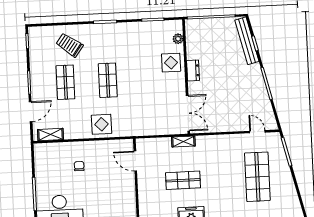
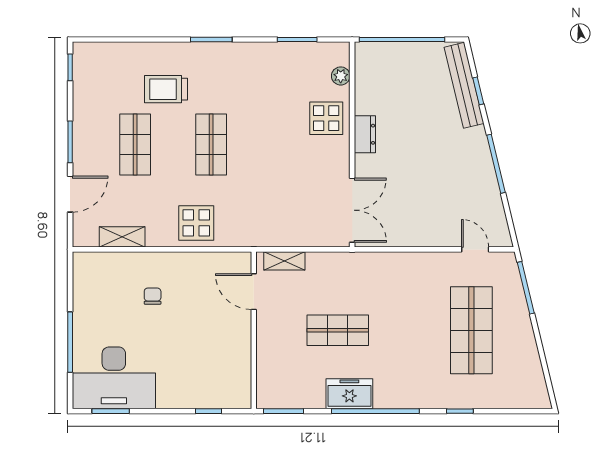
trolley: (69, 45) -> (166, 89), moved, turned -36
shelving: (51, 135) -> (122, 237), moved
shelving: (183, 142) -> (284, 261), moved

